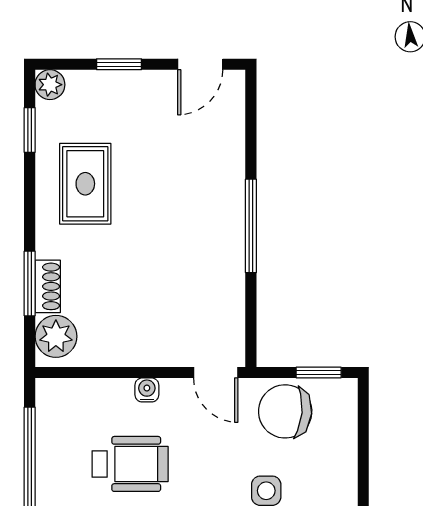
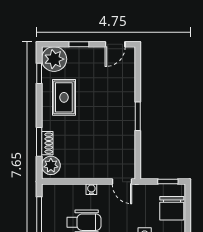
plant: (50, 85) -> (54, 59), width x1.88, depth x1.88
window: (251, 226) -> (138, 116), width x0.69
chair: (285, 411) -> (172, 208), moved, turned -95

